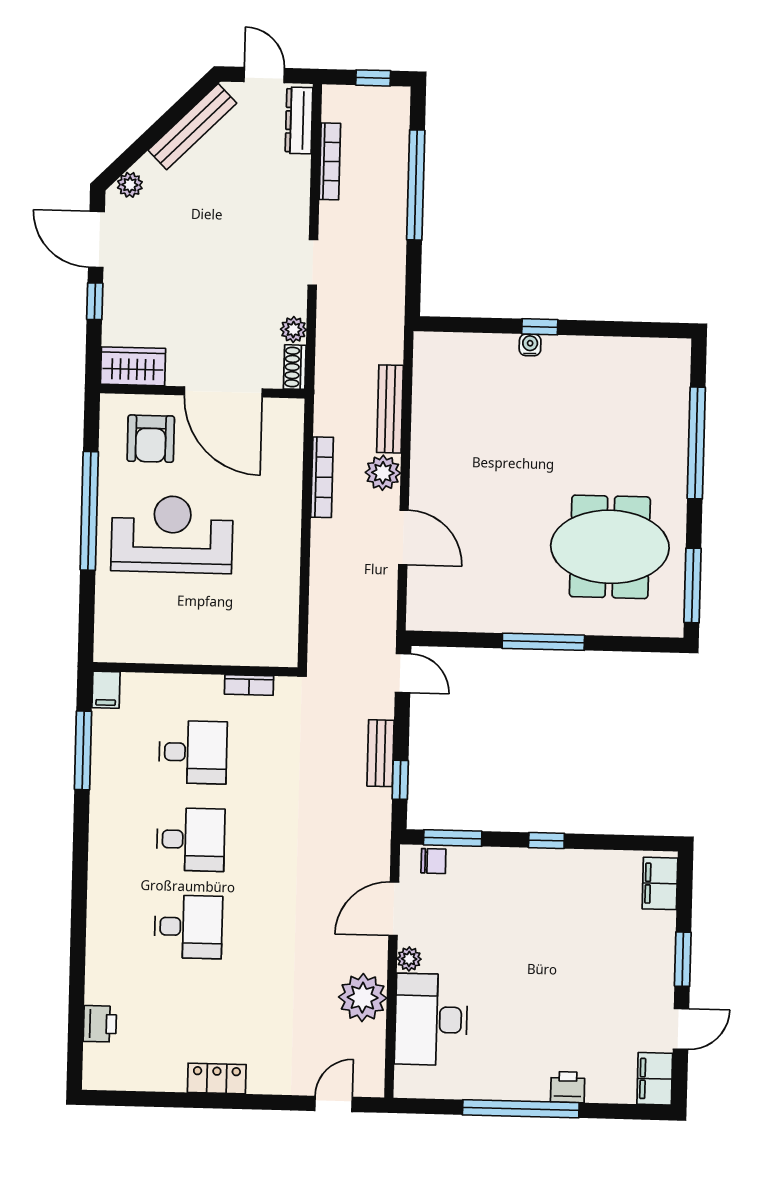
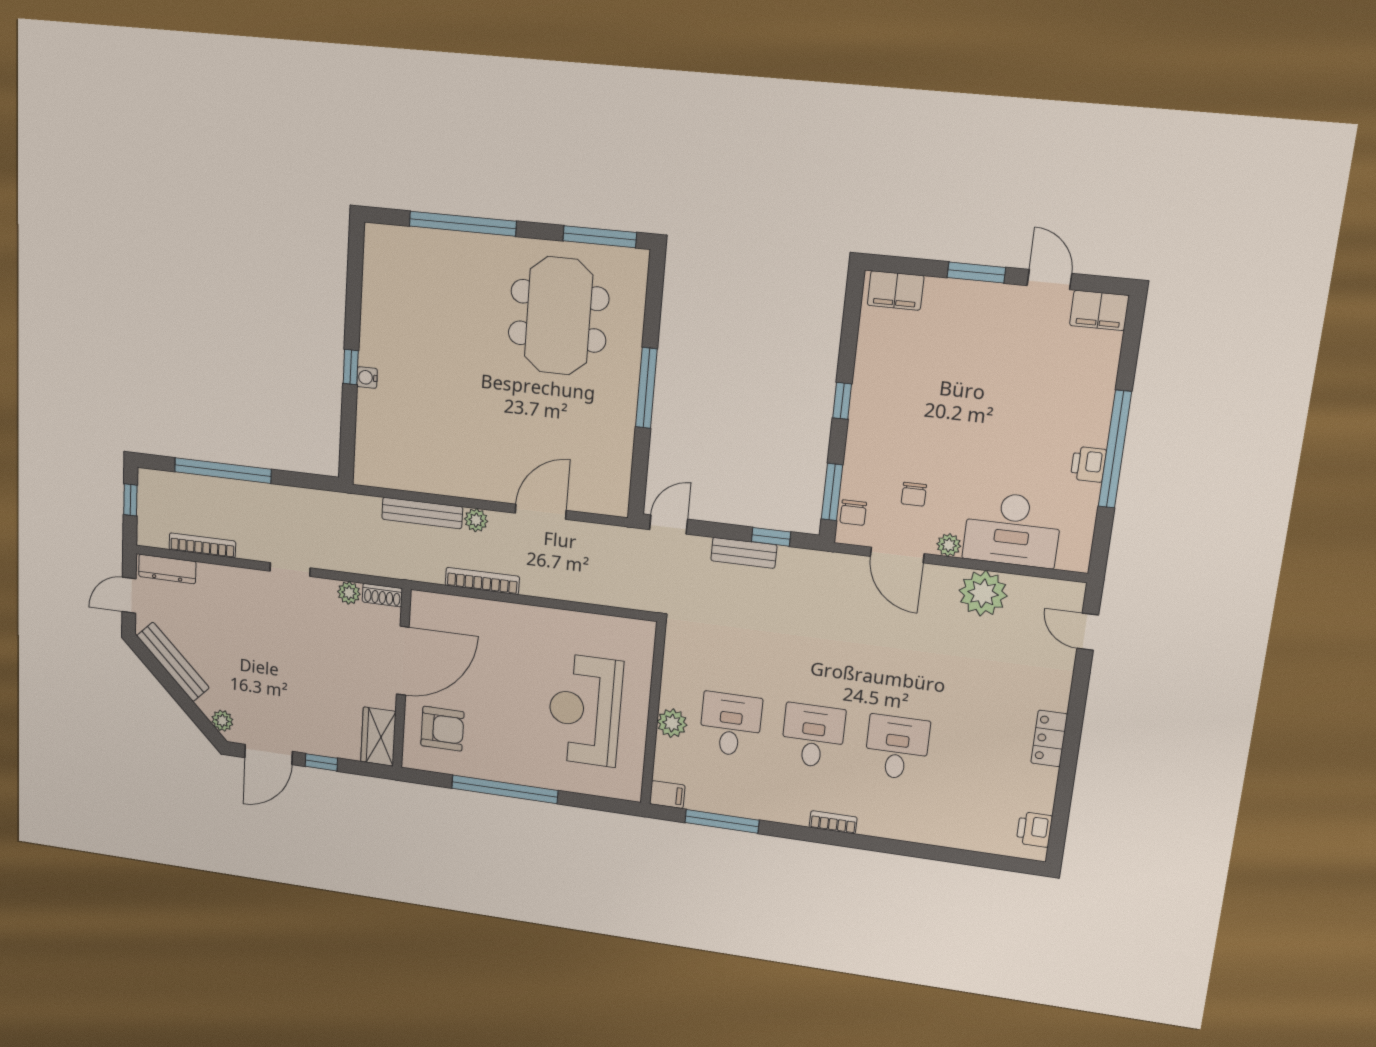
plant: (383, 473) -> (476, 520), width x0.73, depth x0.73
reception desk: (172, 534) -> (585, 710), moved
bookcase: (249, 685) -> (833, 822), moved, turned -90
plant: (187, 690) -> (672, 723), added
chair: (433, 861) -> (853, 513), turned 180
chair: (458, 920) -> (914, 494), added
printer: (100, 1024) -> (1034, 829), moved, turned -90
printer: (568, 1087) -> (1088, 464), moved

